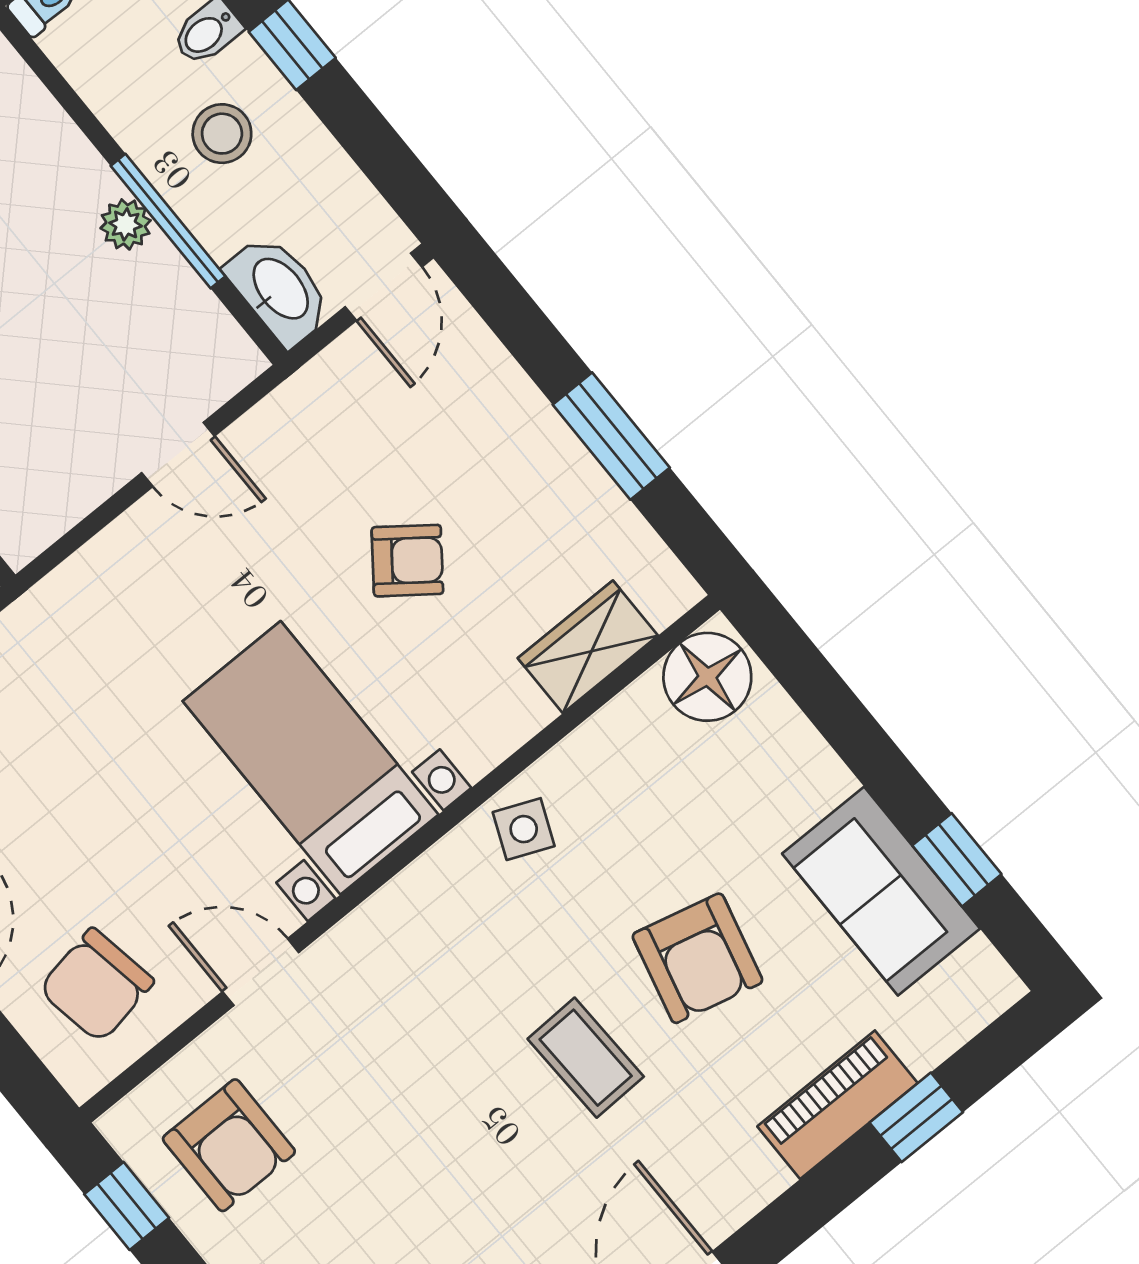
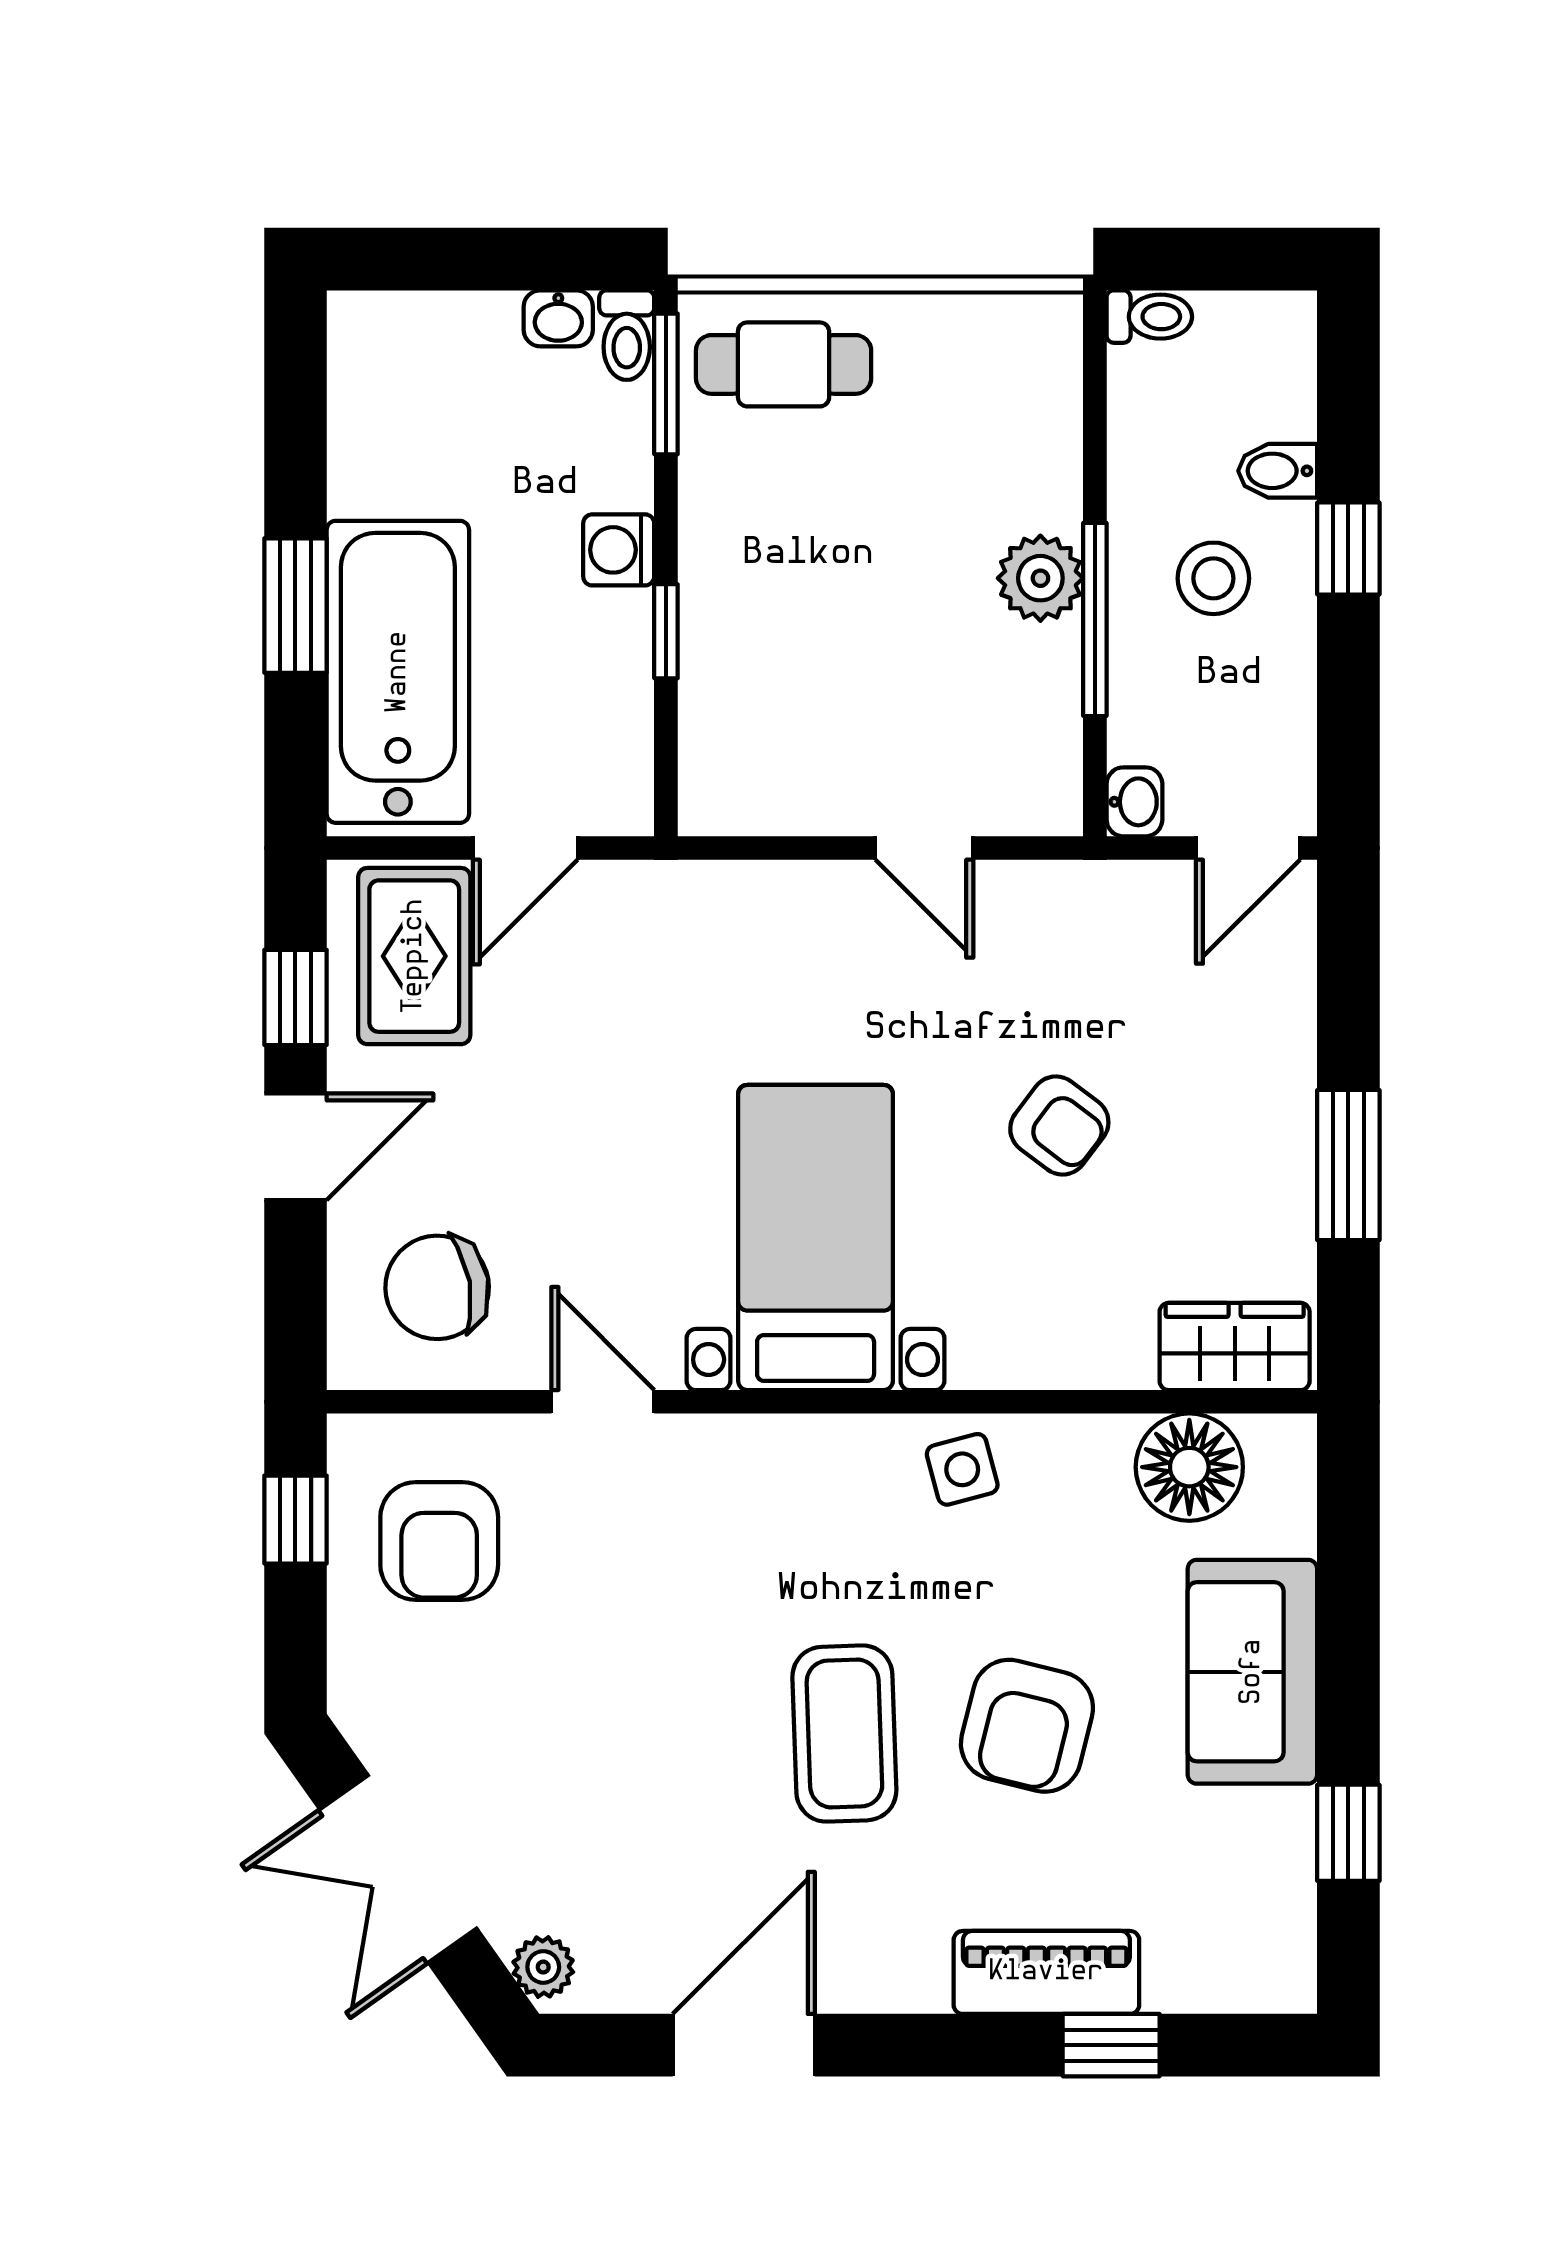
plant: (126, 224) -> (1040, 578), width x1.38, depth x1.38
washbasin: (279, 290) -> (1134, 802), width x0.52, depth x0.69
wardrobe: (588, 647) -> (1235, 1346), moved
floor lamp: (707, 677) -> (1189, 1467), moved
side table: (524, 829) -> (962, 1469), turned -38
sofa: (881, 891) -> (1252, 1672), moved
coffee table: (586, 1058) -> (844, 1734), width x1.36, depth x1.30

